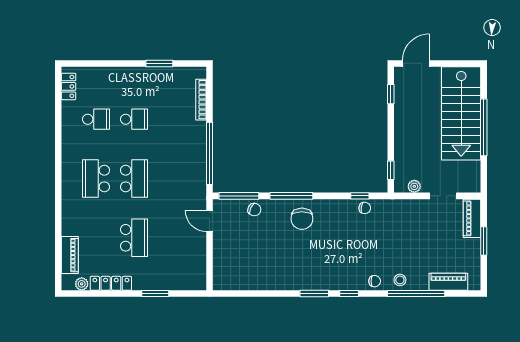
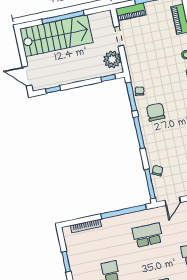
school desk: (134, 179) -> (148, 235), moved
plant: (414, 186) -> (112, 59), width x1.87, depth x1.87
window: (291, 196) -> (139, 133), moved
window: (360, 196) -> (131, 97), width x2.17
chair: (302, 219) -> (156, 112), moved, turned -90

